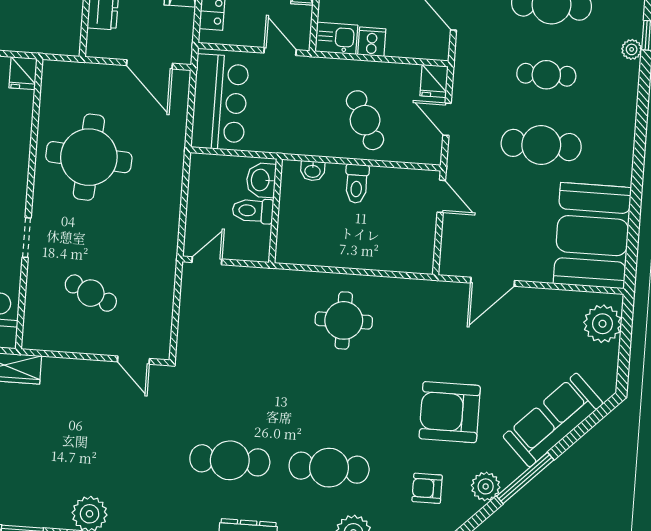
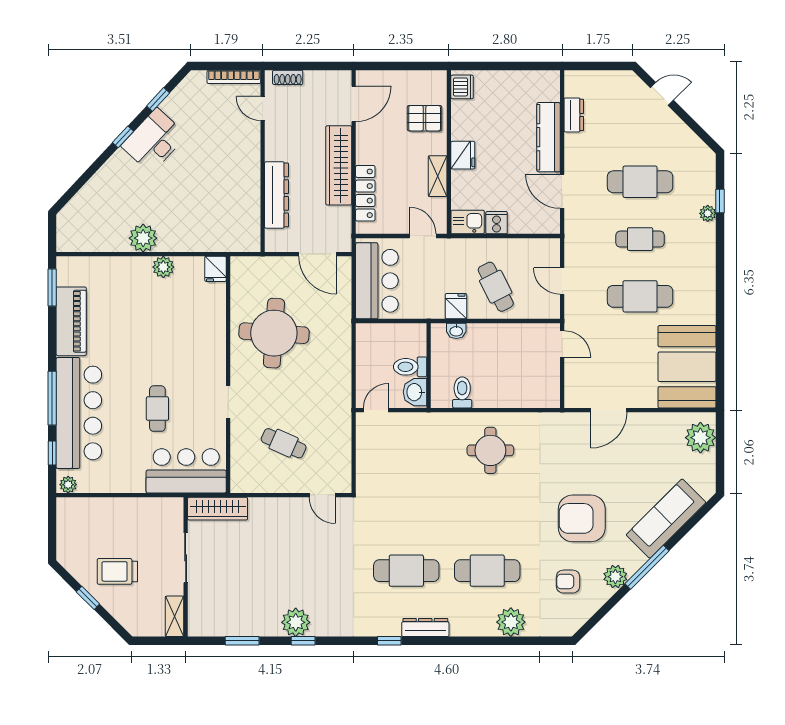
fridge: (434, 81) -> (456, 306), moved, turned 180
washbasin: (261, 180) -> (415, 392), moved
toilet: (357, 184) -> (462, 392), moved, turned 180

